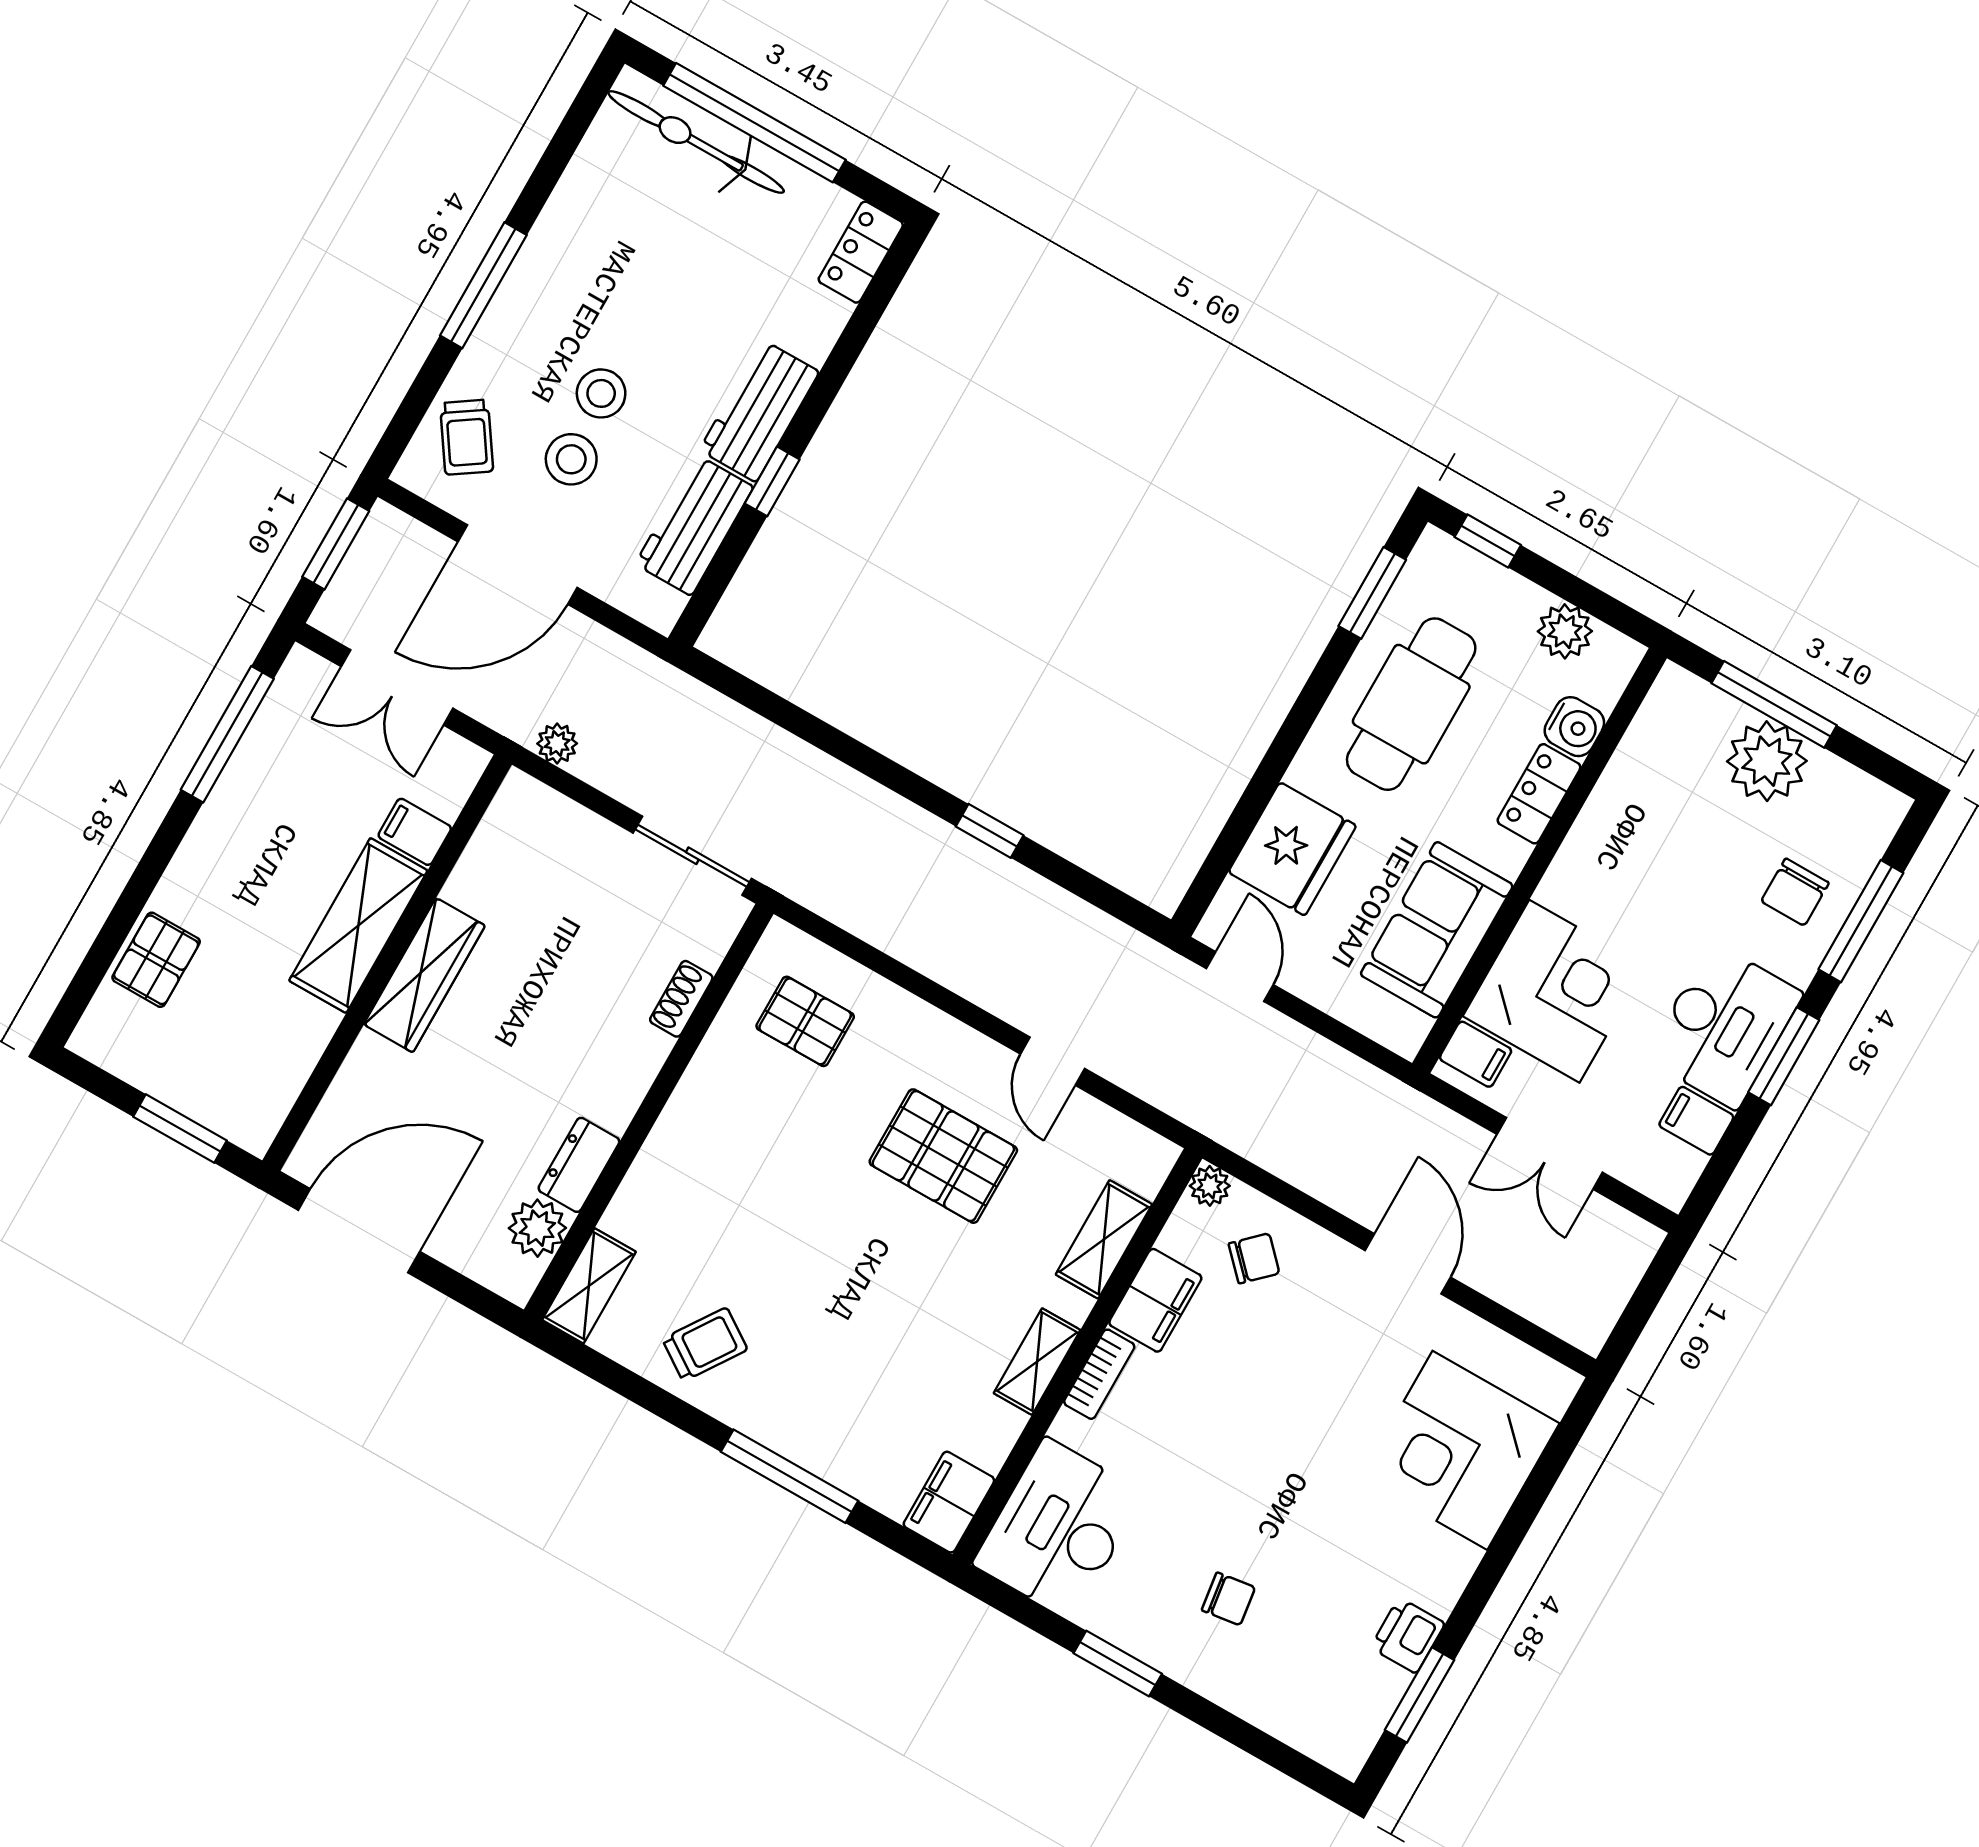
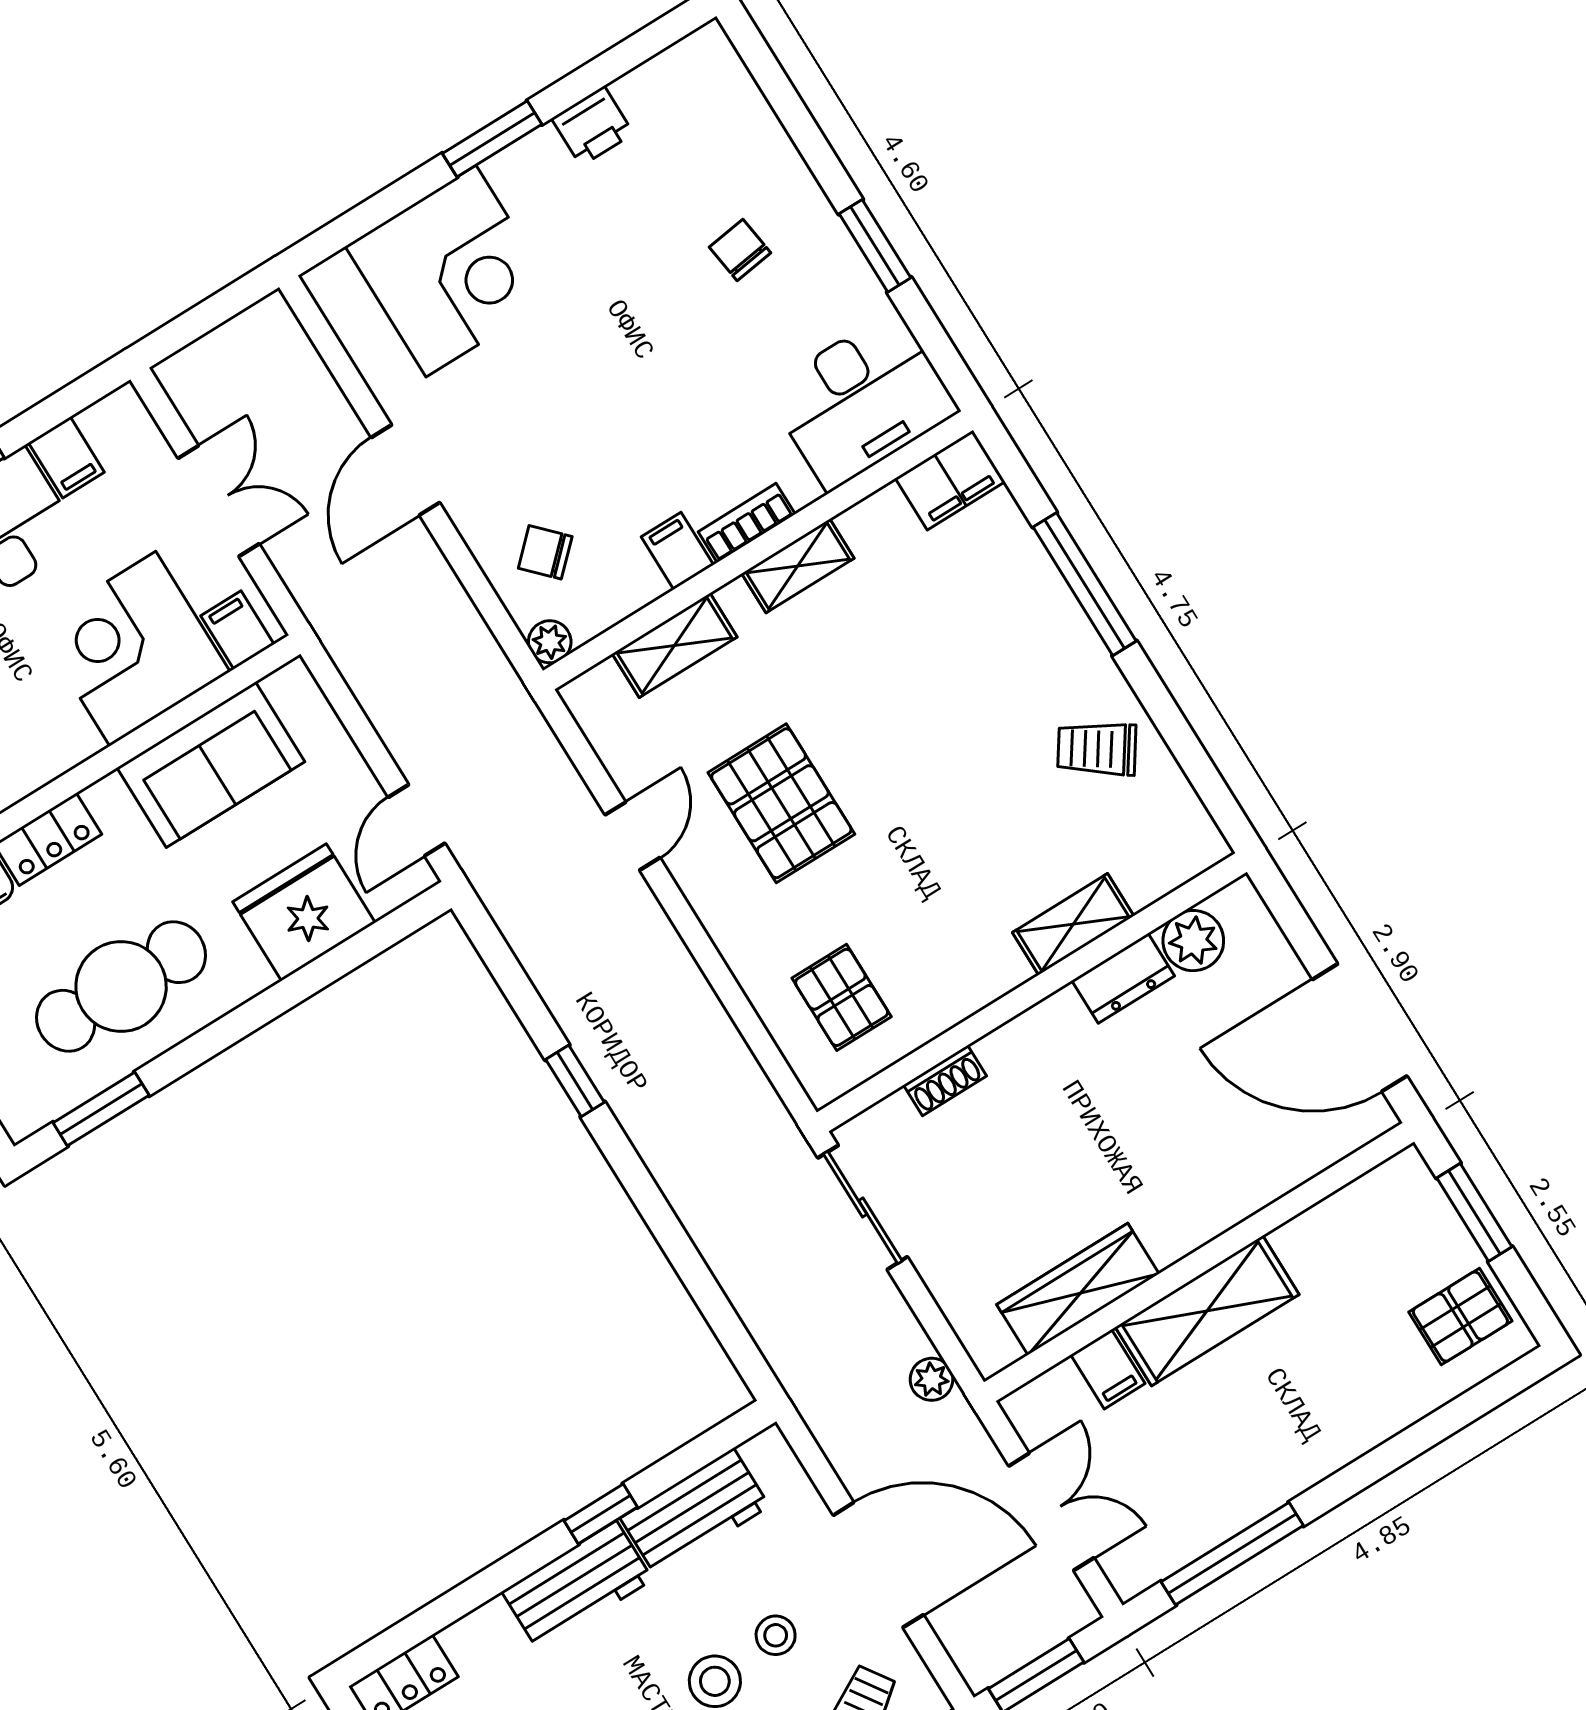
stool: (571, 459) -> (776, 1635), width x0.73, depth x0.73
pallet: (156, 960) -> (1460, 1317), moved
wardrobe: (424, 975) -> (1078, 1289), moved
shelving: (589, 1286) -> (1073, 924), moved
filing cabinet: (1155, 1300) -> (677, 551), width x0.50
window: (1420, 1695) -> (492, 139), moved

